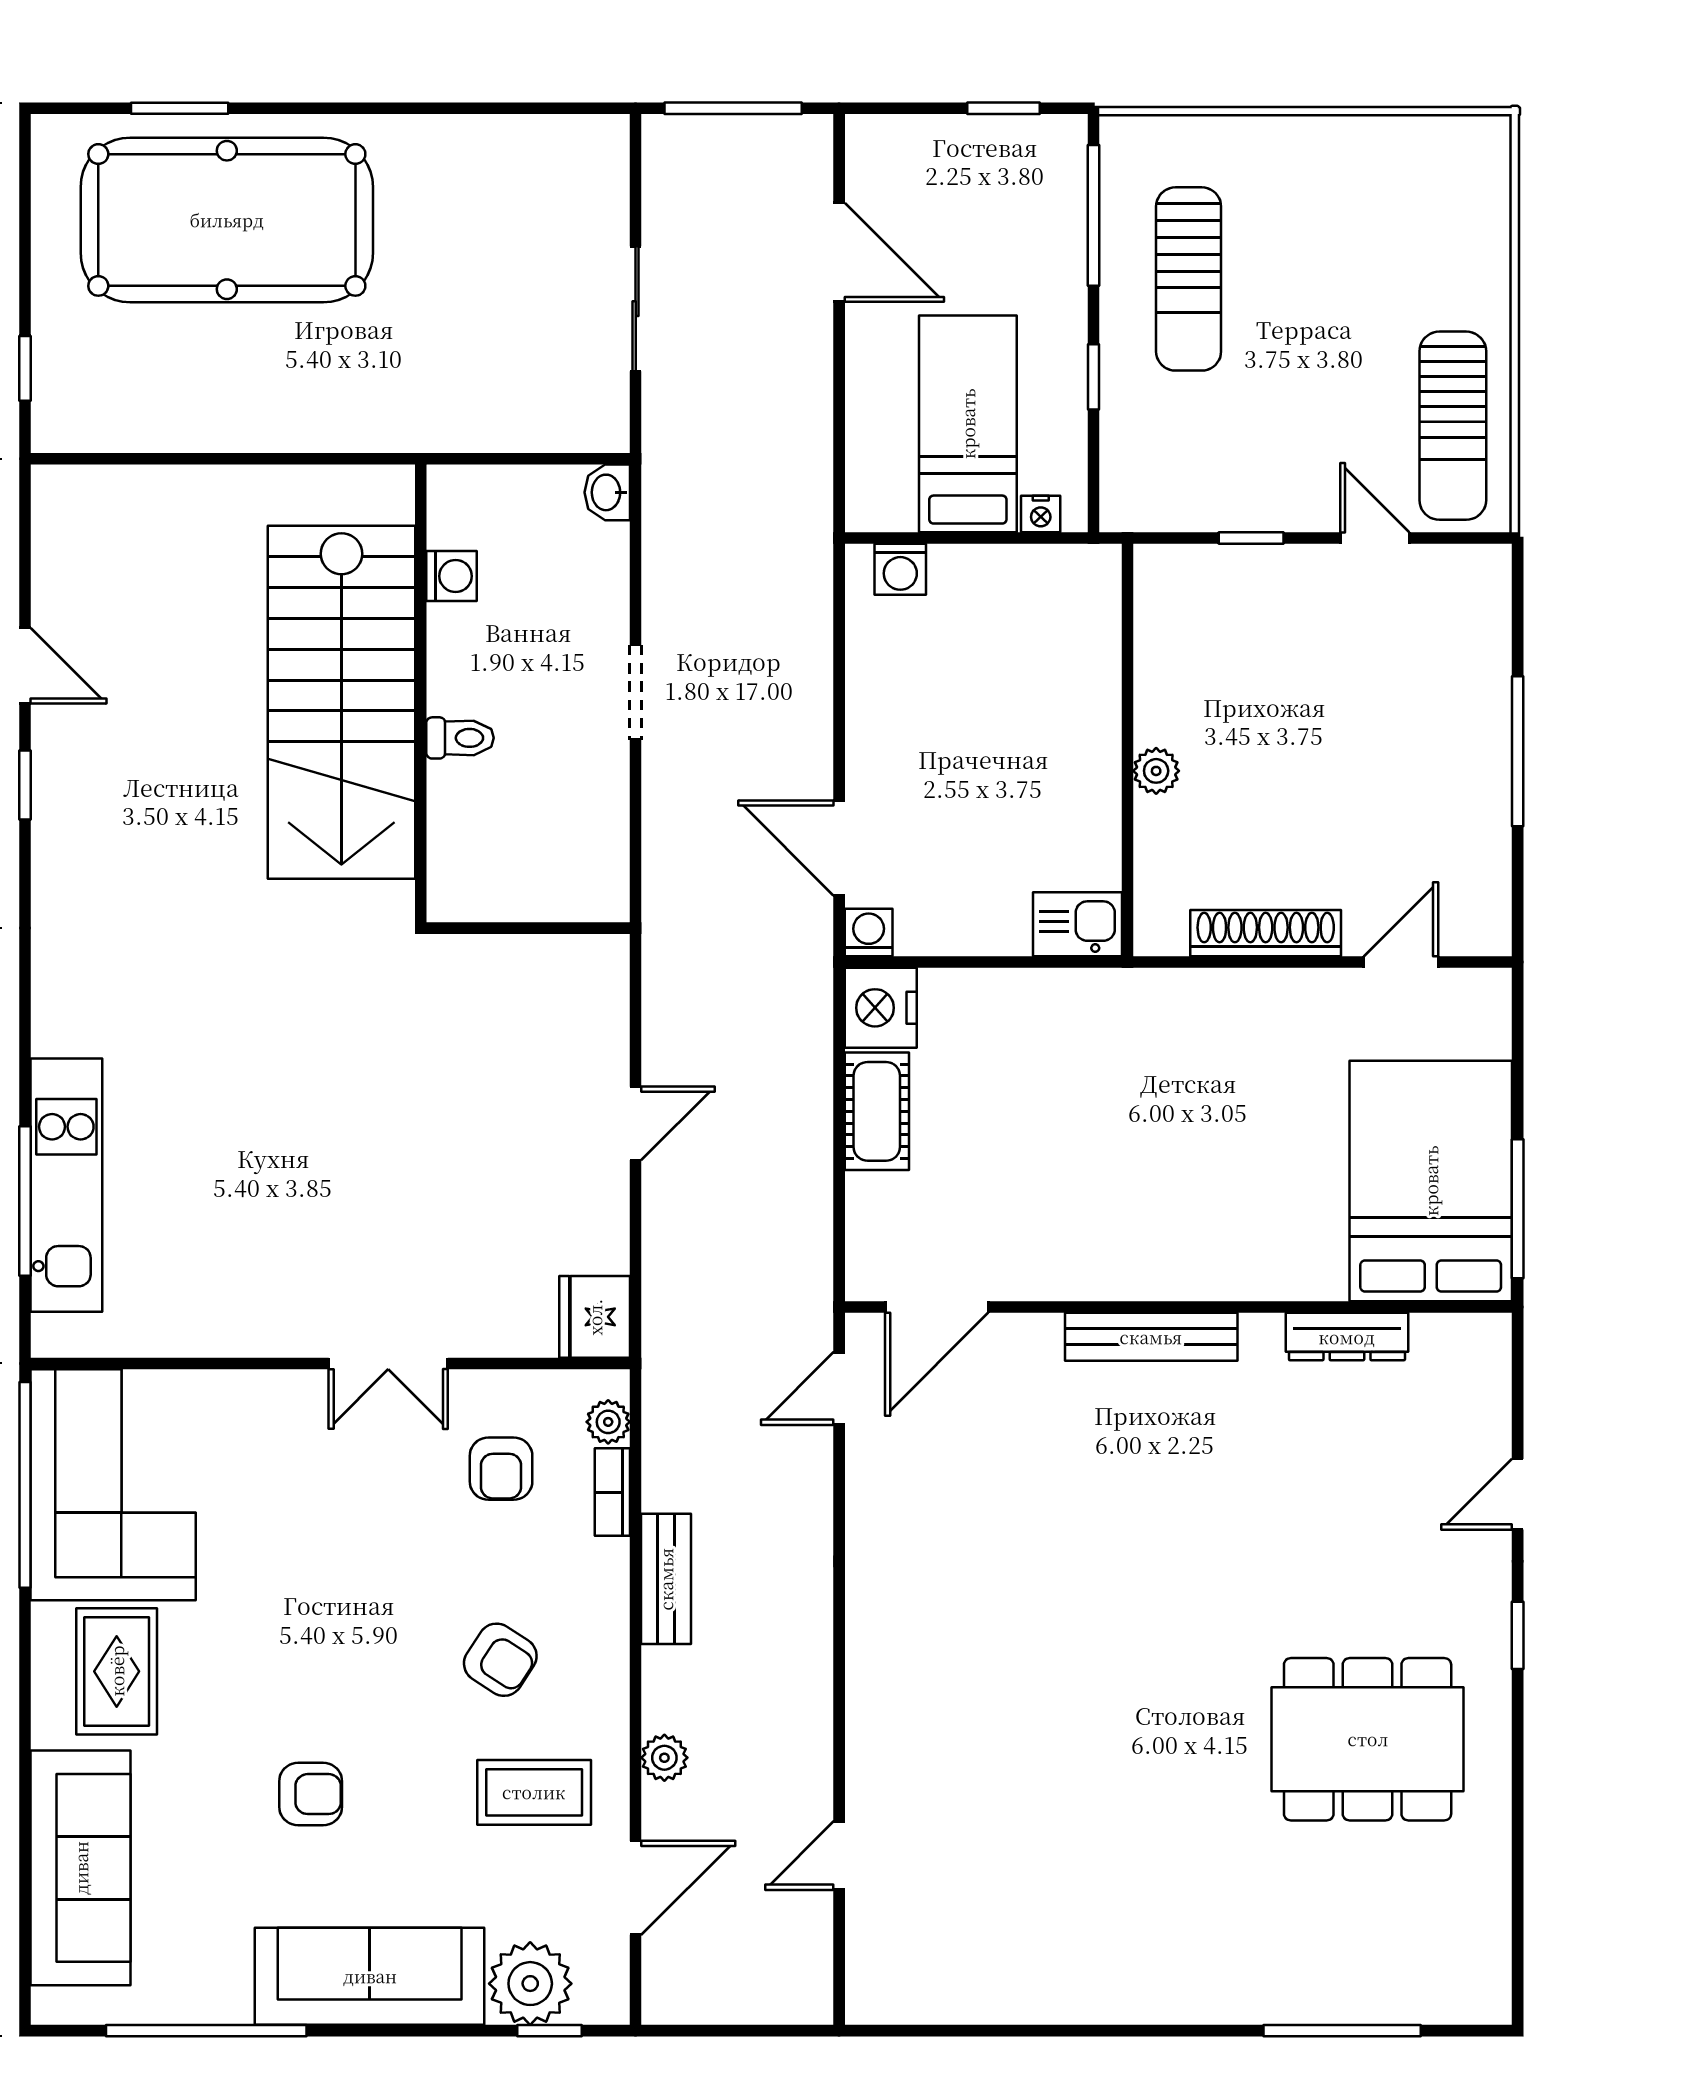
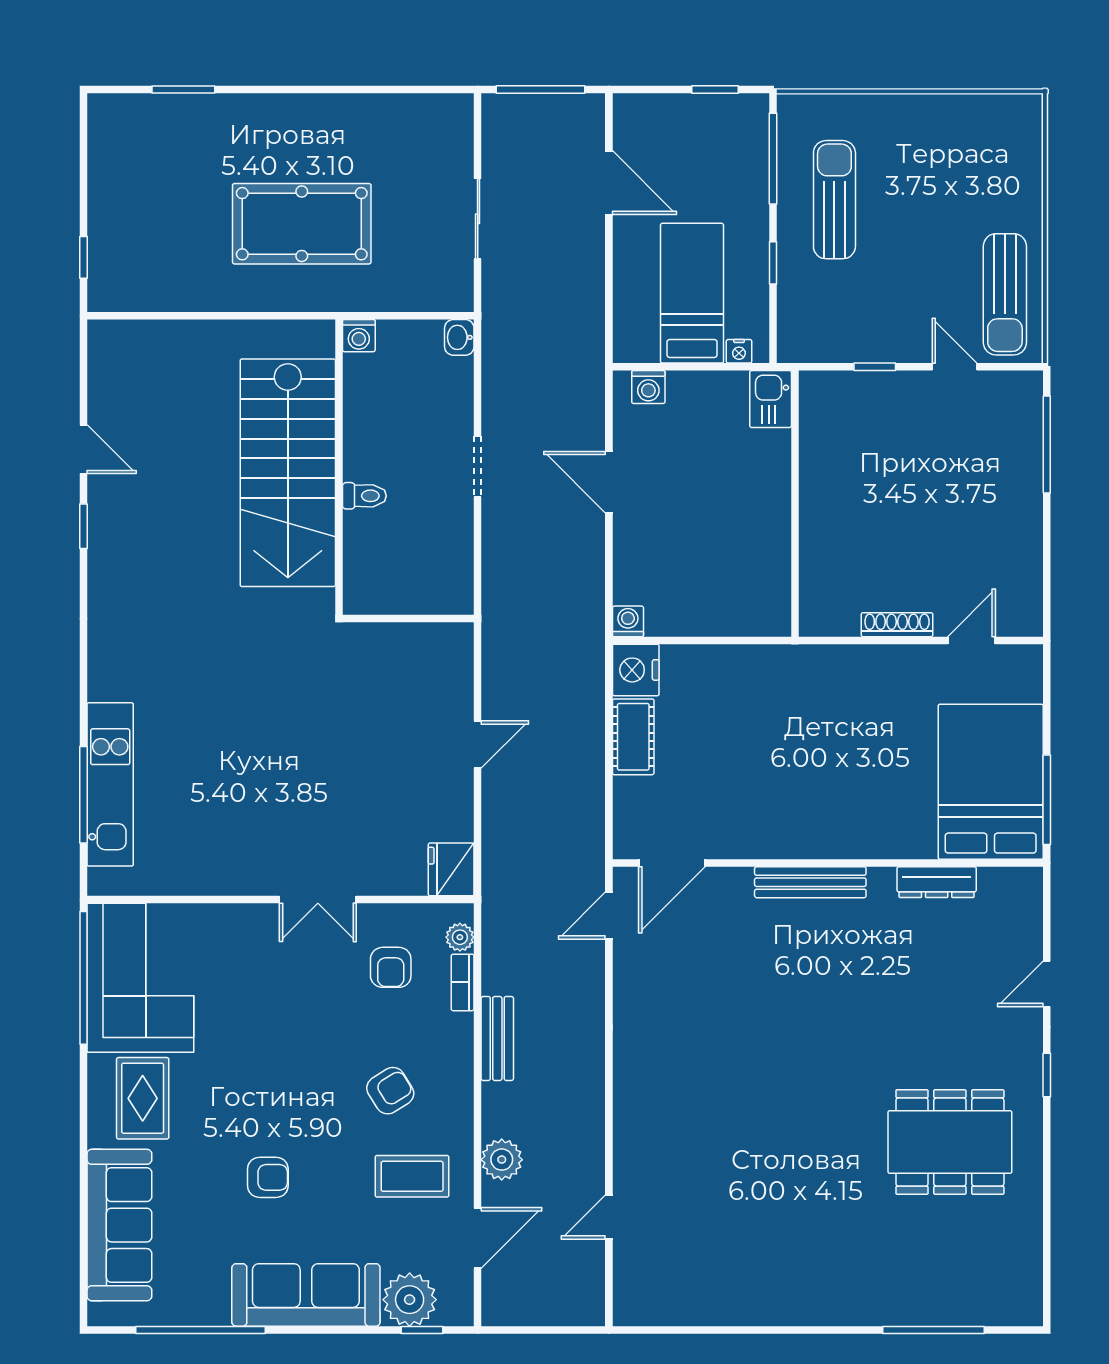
pool table: (227, 220) -> (302, 224), moved, width x0.73, depth x0.76
sun lounger: (1189, 279) -> (834, 200), turned 180
washing machine: (452, 576) -> (359, 336), moved, turned 90
window: (1518, 751) -> (1047, 444), moved
plant: (1156, 771) -> (813, 517), removed
door: (839, 848) -> (609, 482), moved
kitchen sink: (1078, 924) -> (771, 399), moved, turned -90
shoe rack: (1266, 933) -> (897, 625), width x0.74, depth x0.81
armchair: (500, 1660) -> (390, 1091), turned -65
plant: (664, 1758) -> (502, 1160), width x1.38, depth x1.38

